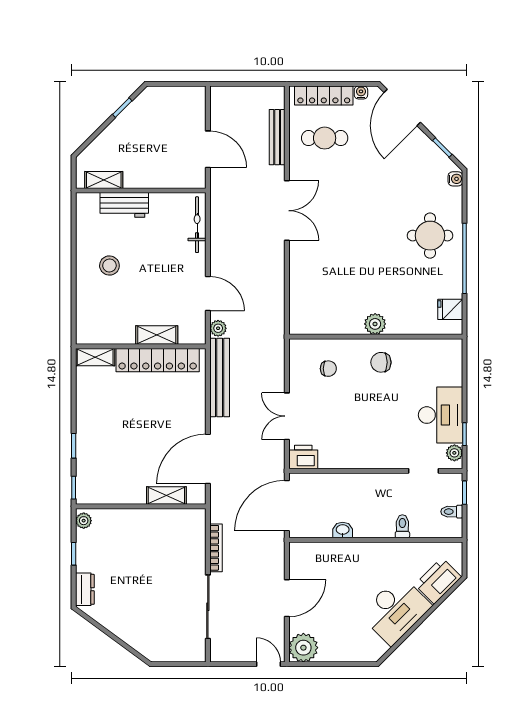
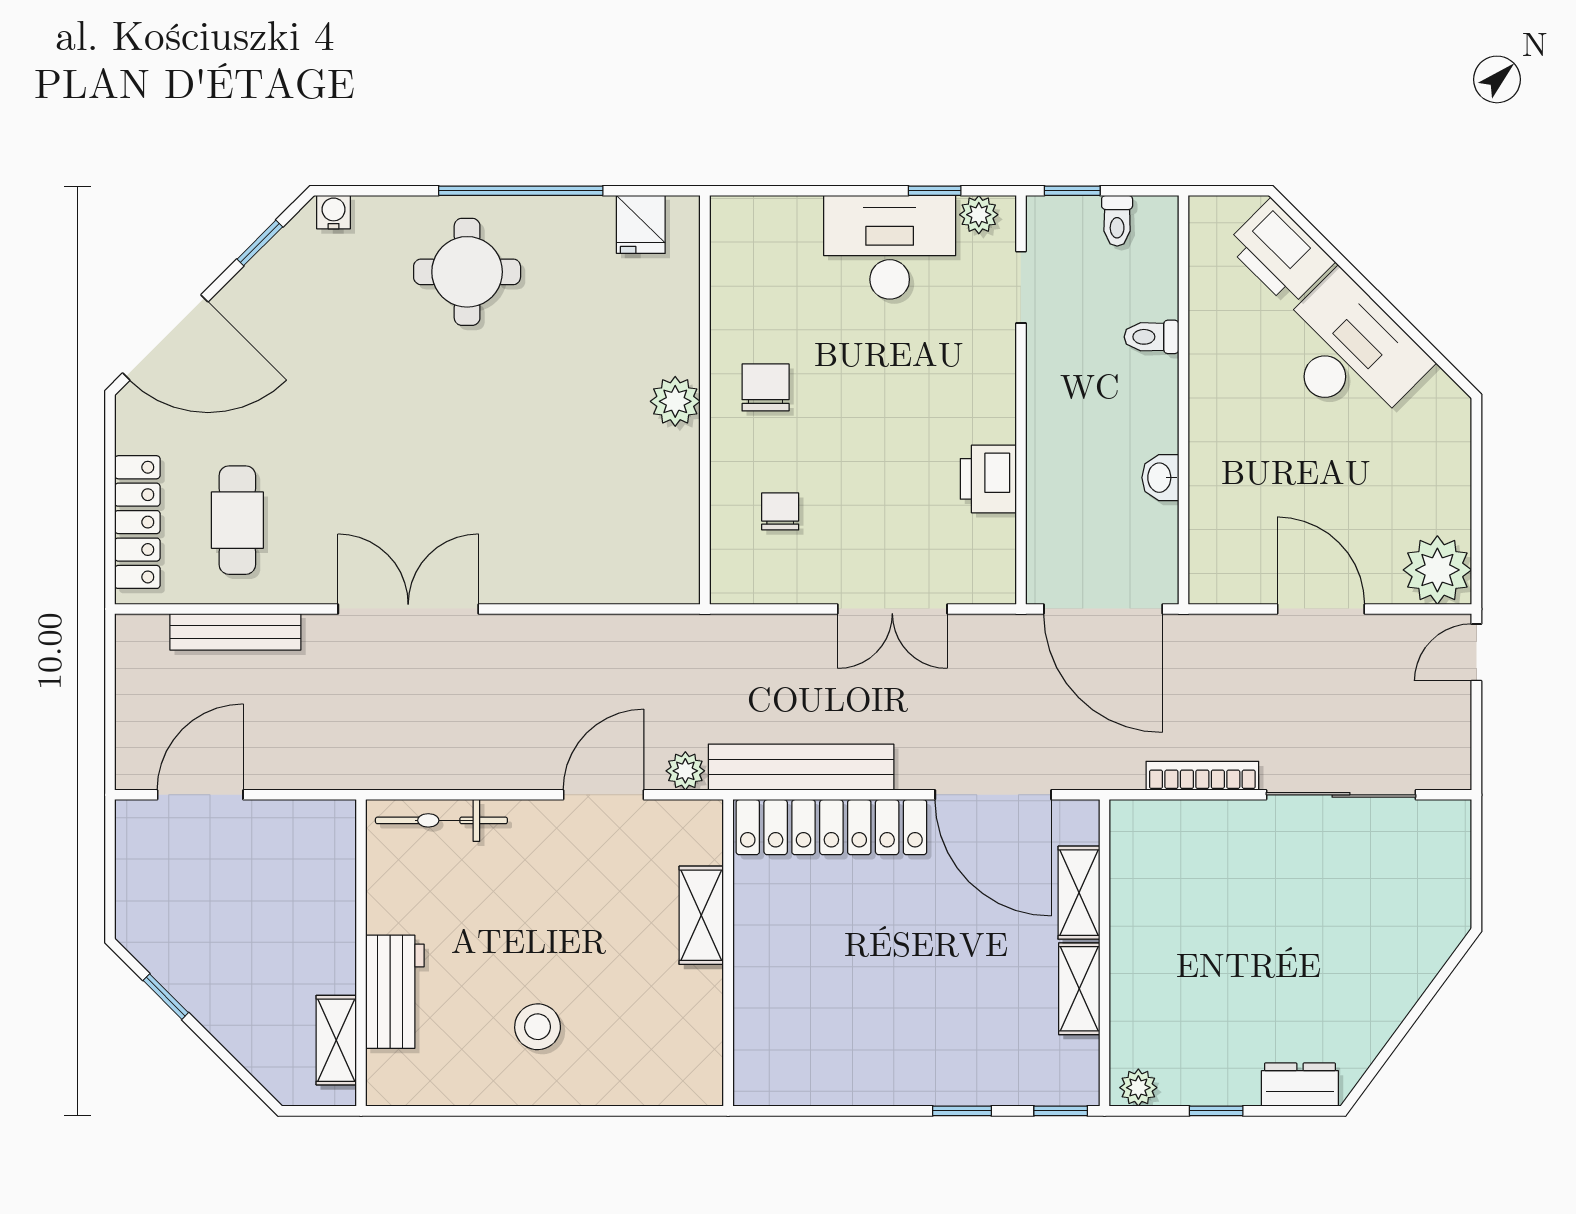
water cooler: (361, 92) -> (130, 434), removed
door: (208, 149) -> (200, 795), moved
shelving: (95, 357) -> (1079, 989), moved
locker: (158, 360) -> (831, 827), moved, turned 90
chair: (381, 362) -> (766, 387), turned 180
printer: (303, 457) -> (988, 479), moved

